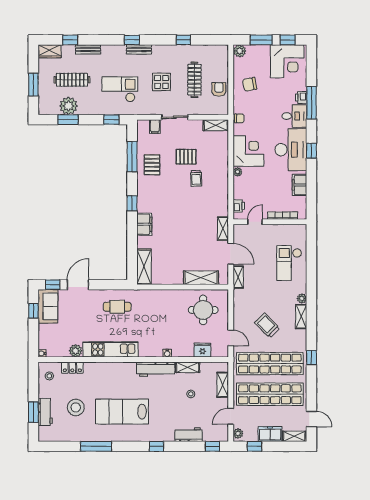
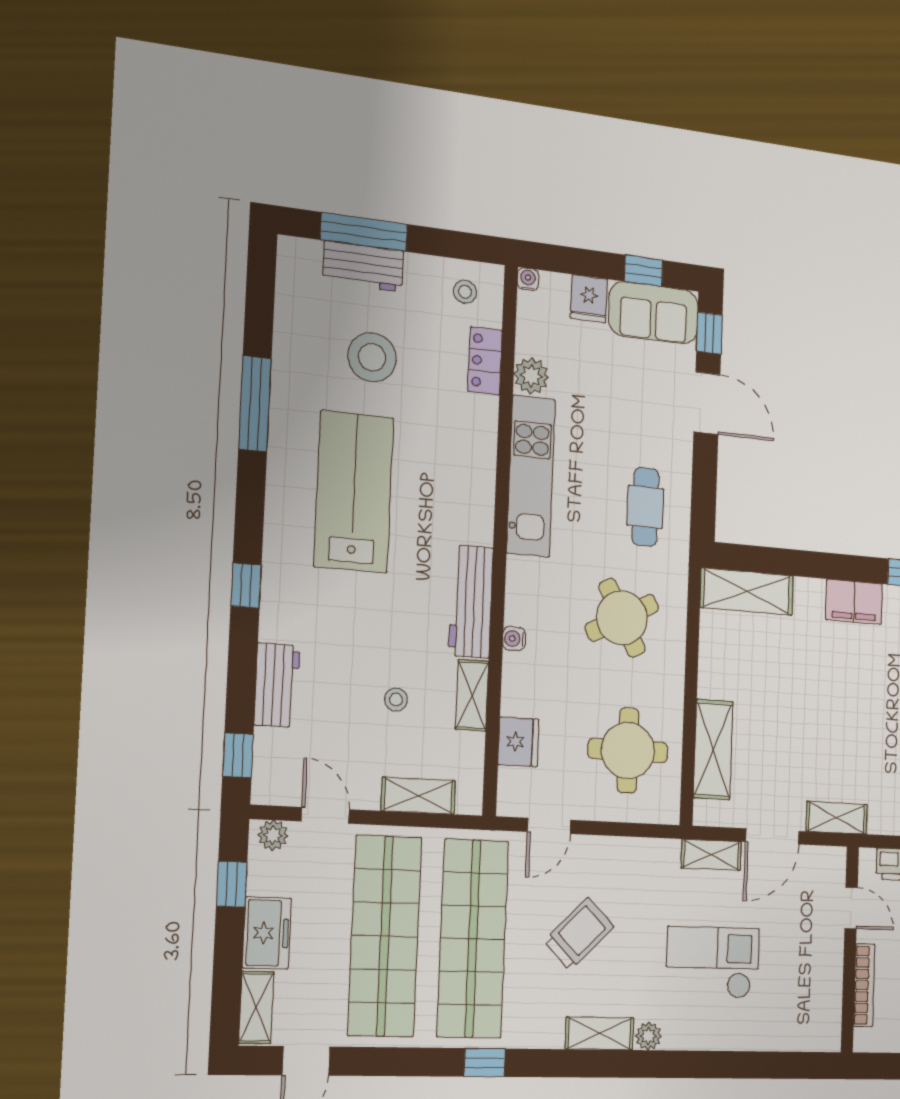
checkout: (289, 263) -> (713, 962), moved
round table: (157, 314) -> (622, 618), added
fridge: (46, 331) -> (589, 299), added
window: (33, 412) -> (364, 232), width x1.44

